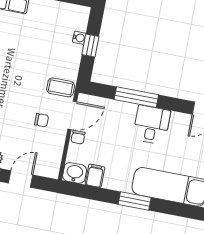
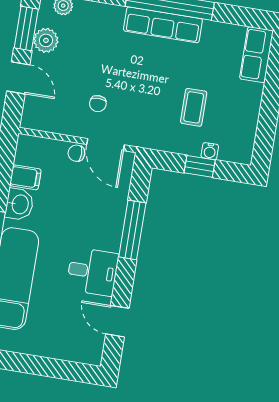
coffee table: (61, 87) -> (194, 107), moved
desk: (152, 125) -> (93, 272), moved
washbasin: (75, 173) -> (19, 204), moved

